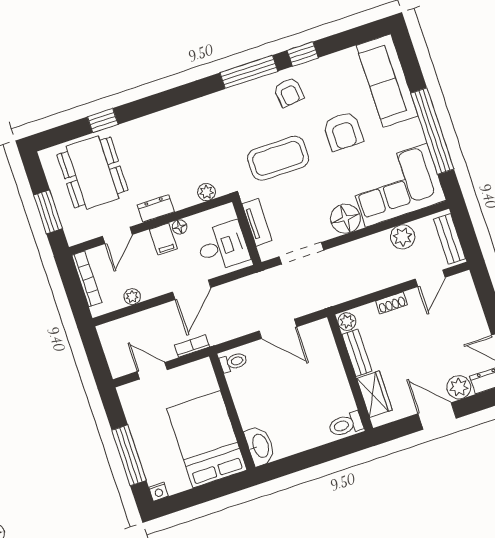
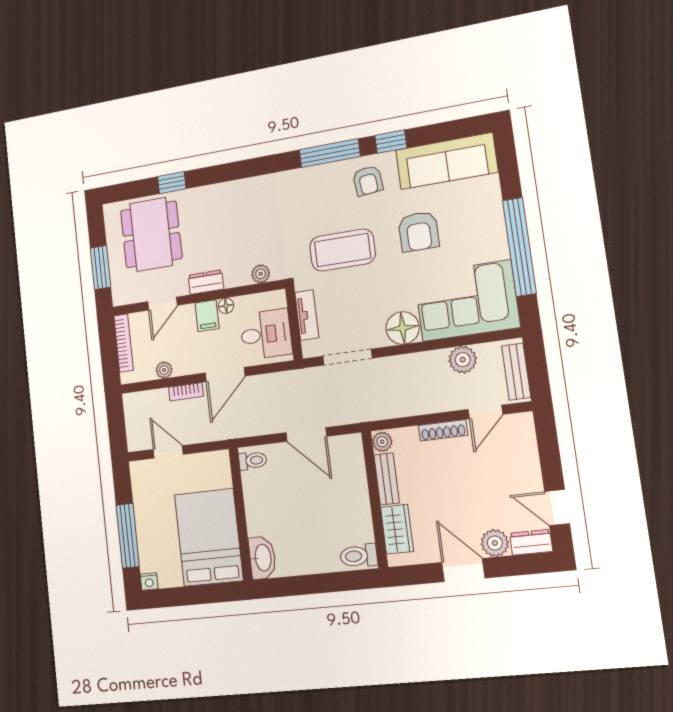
sofa: (387, 81) -> (447, 161), moved, turned -90
shoe rack: (392, 303) -> (443, 430), width x1.43
bookcase: (192, 346) -> (186, 392), moved, turned 180

